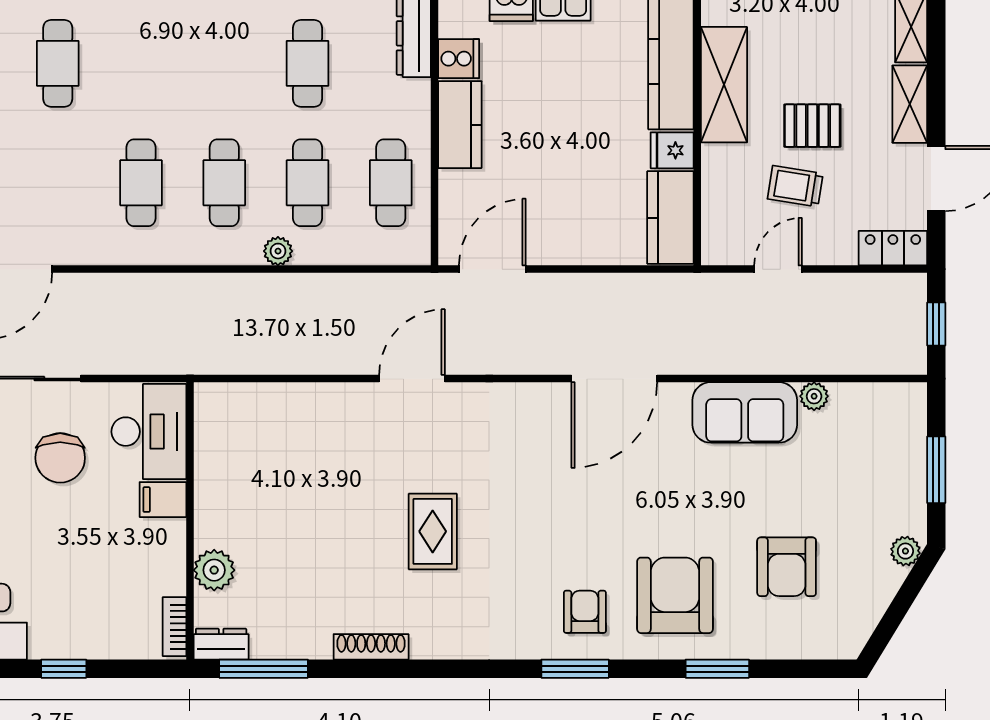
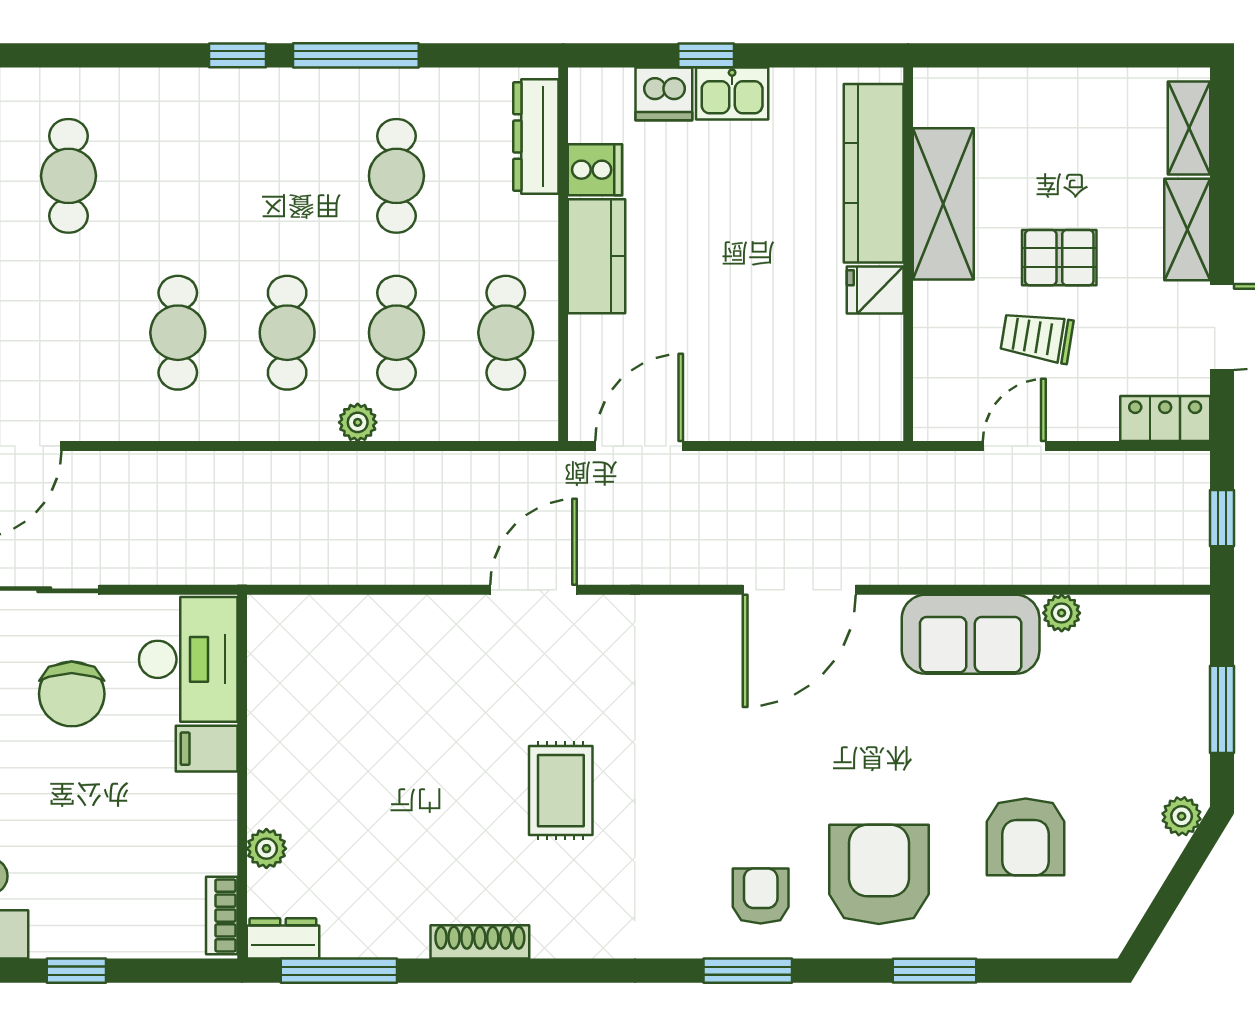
kitchen counter: (670, 218) -> (873, 378), removed
plant: (214, 570) -> (266, 849), width x0.73, depth x0.73

